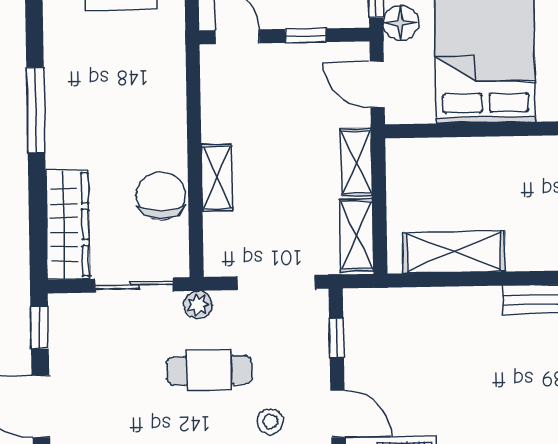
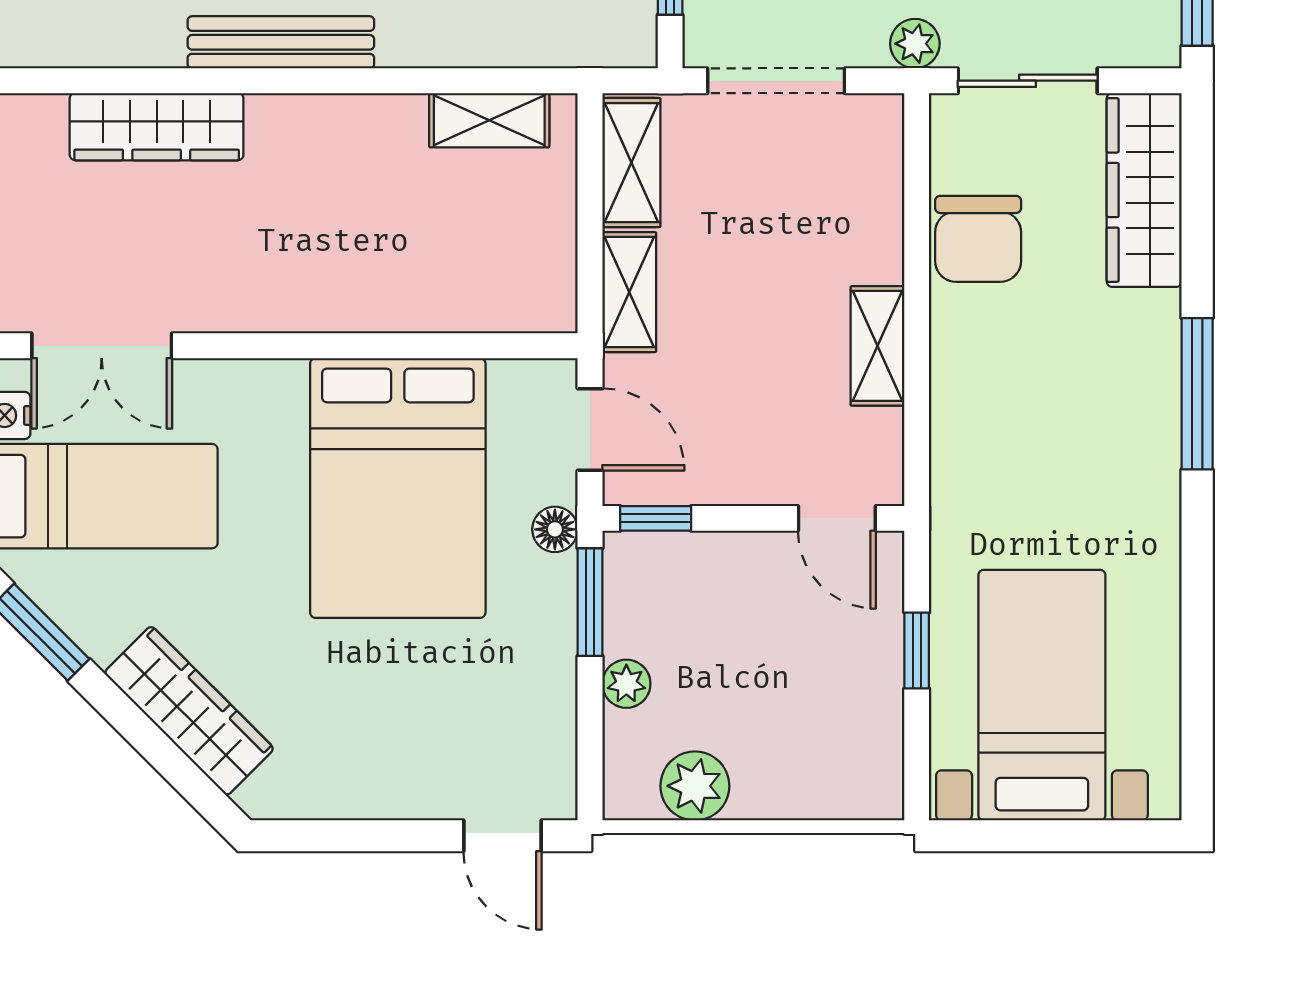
floor lamp: (401, 23) -> (555, 529), width x0.73, depth x0.73
window: (305, 36) -> (656, 518), moved
shelving: (217, 178) -> (877, 346), moved
shelving: (454, 252) -> (489, 120), width x0.67, depth x0.75

